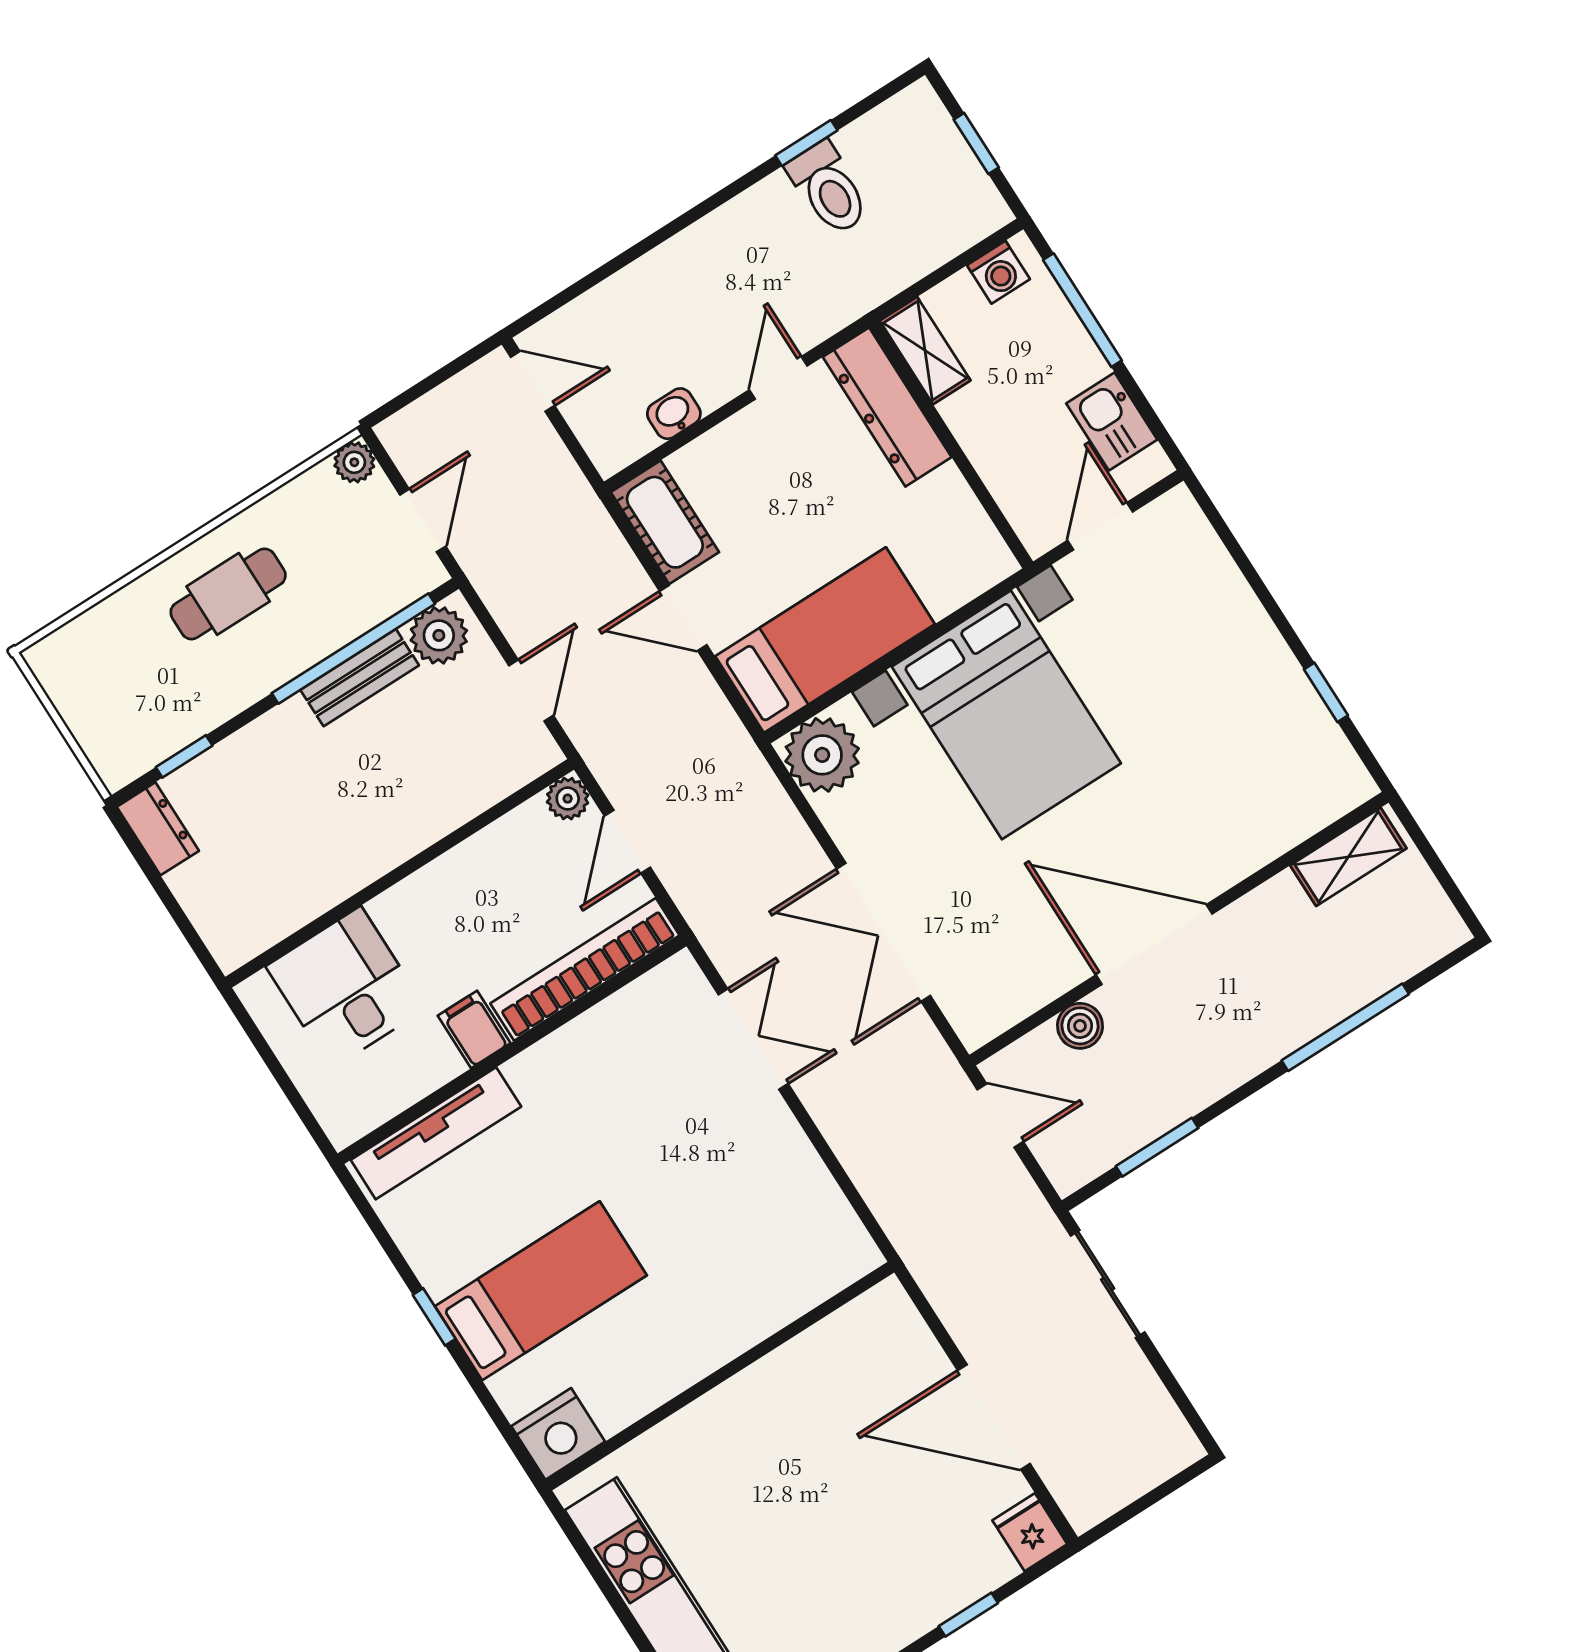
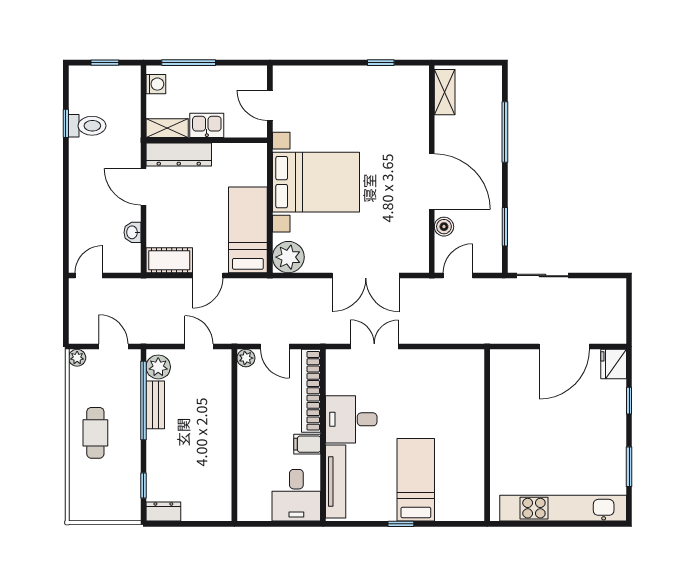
door: (778, 378) -> (143, 187), width x1.38
kitchen sink: (1112, 422) -> (207, 125), moved, turned 180
door: (1154, 944) -> (432, 182), swing flipped
desk: (346, 988) -> (296, 495), moved, turned -90
desk: (579, 1086) -> (351, 419), added
nightstand: (558, 1434) -> (471, 506), removed
fridge: (1030, 1532) -> (614, 364), width x1.38

